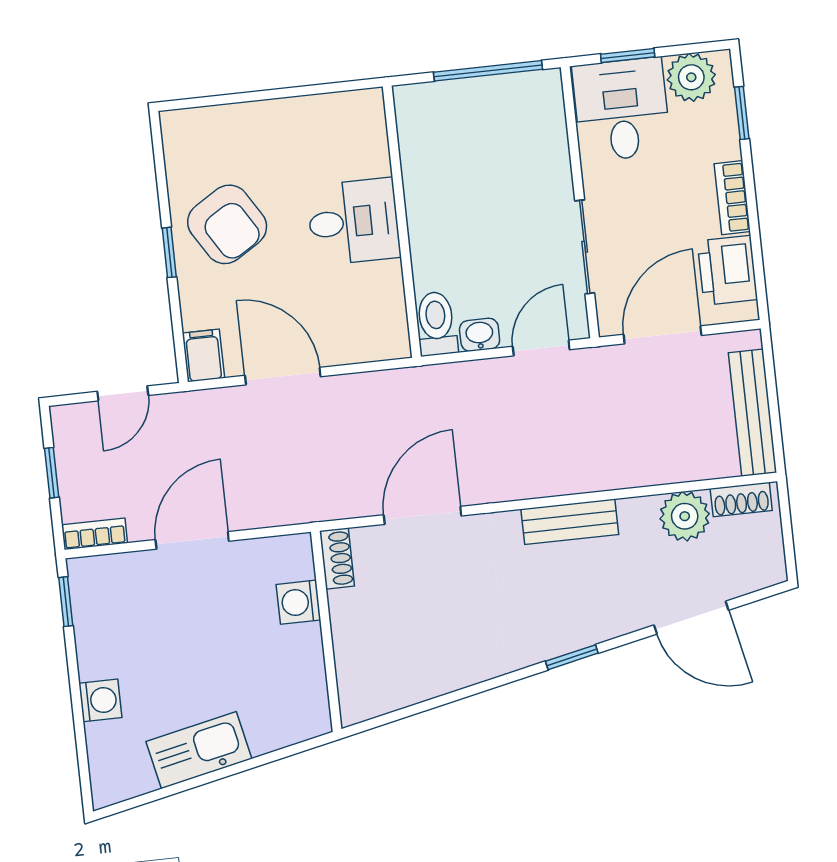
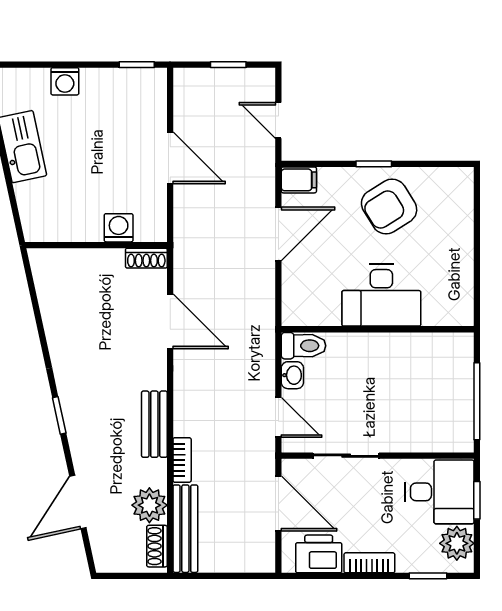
desk: (354, 222) -> (381, 295), width x1.37
bench: (752, 413) -> (185, 529), moved, turned 90
bookcase: (95, 534) -> (182, 460), moved

